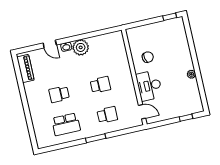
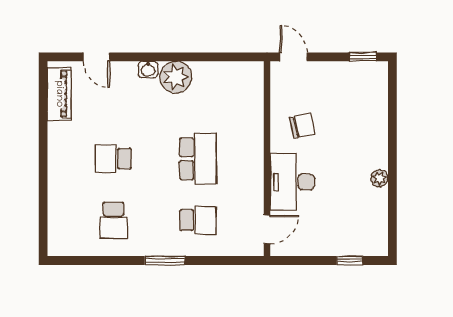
door: (136, 24) -> (293, 57), added
door: (50, 44) -> (97, 57), moved
school desk: (100, 85) -> (198, 159), width x1.85
door: (142, 112) -> (267, 229), hinge flipped
school desk: (66, 124) -> (113, 220), width x0.54

